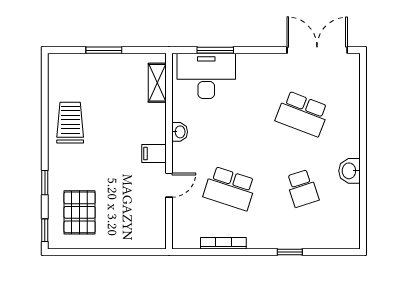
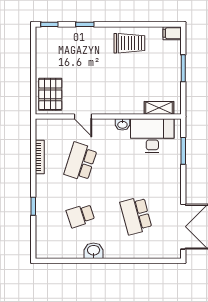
desk: (206, 76) -> (152, 136), moved, turned -90
school desk: (302, 114) -> (136, 216), turned -36
filing cabinet: (154, 154) -> (172, 33), moved, turned -90
pallet: (80, 212) -> (50, 94), moved, turned 90

